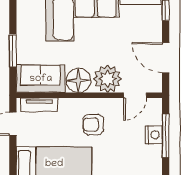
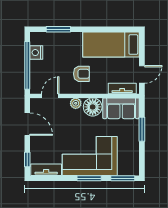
plant: (107, 79) -> (76, 103), width x0.53, depth x0.53
nightstand: (154, 135) -> (36, 53), moved
window: (166, 136) -> (27, 65), width x1.46

